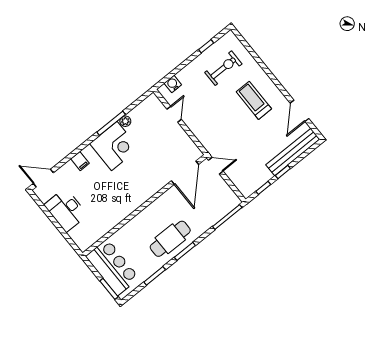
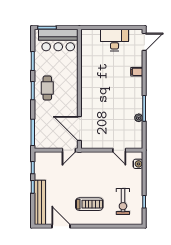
corner desk: (114, 146) -> (129, 99), removed
cafe table: (170, 239) -> (47, 88), width x0.73, depth x0.74

